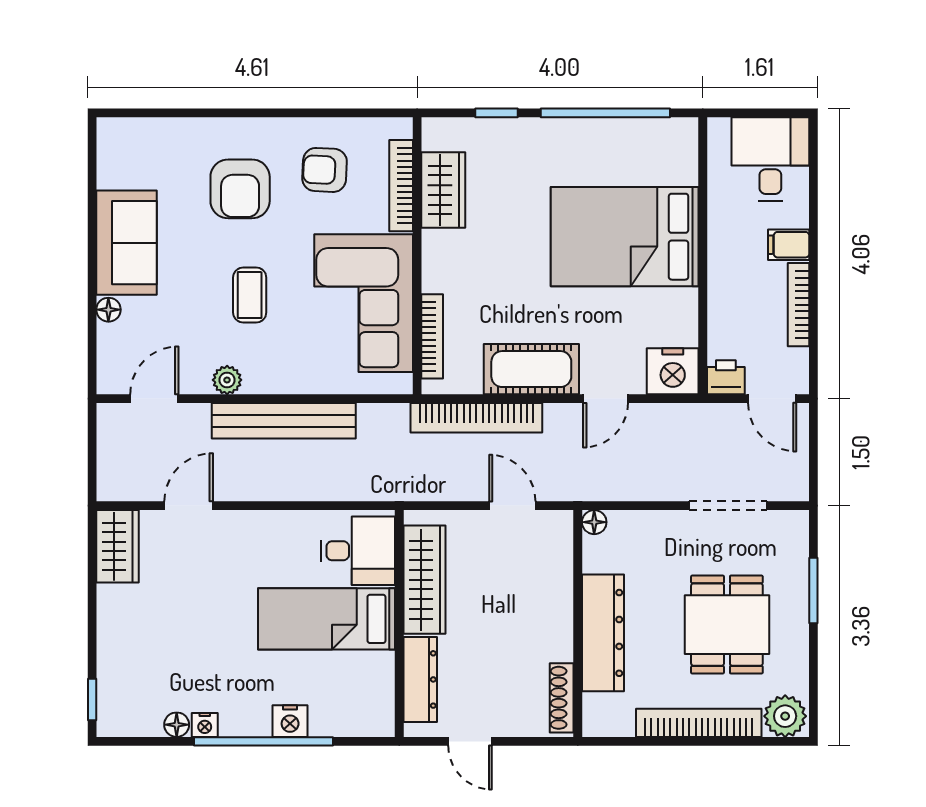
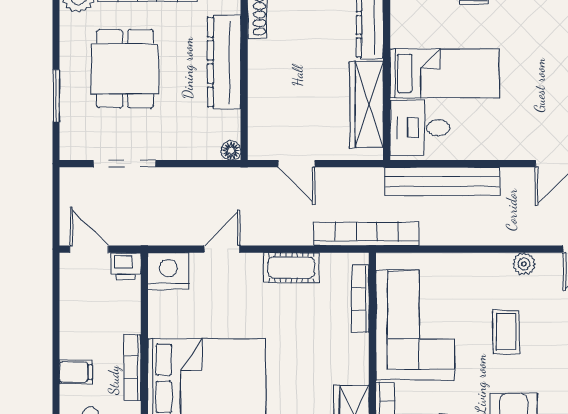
bookcase: (798, 305) -> (132, 368), moved, turned 180
cot: (531, 369) -> (291, 268), width x0.73, depth x0.75
bookcase: (476, 418) -> (367, 234), moved
bench: (284, 421) -> (442, 181), moved

